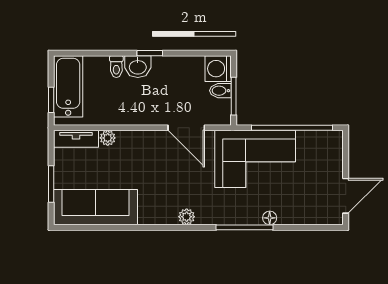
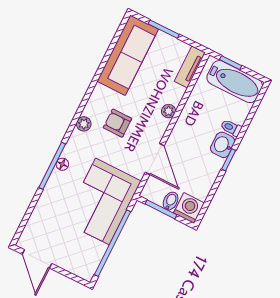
door: (186, 128) -> (155, 159), swing flipped
plant: (108, 138) -> (168, 111), moved
armchair: (169, 183) -> (117, 123), added
floor lamp: (270, 218) -> (62, 164), moved

